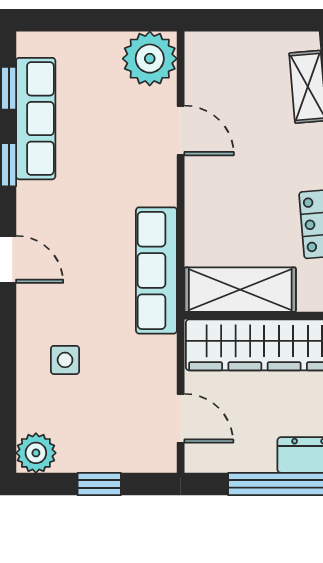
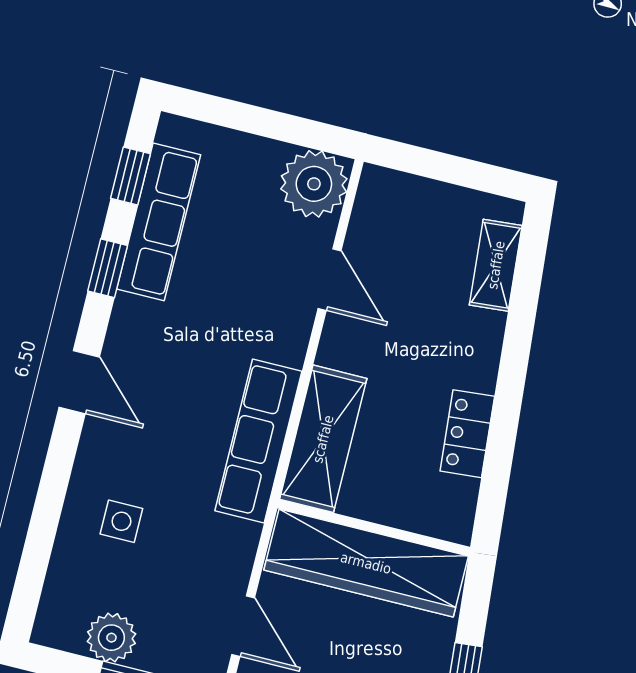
shelving: (240, 290) -> (323, 439), moved, turned 90
plant: (36, 453) -> (111, 638), moved

